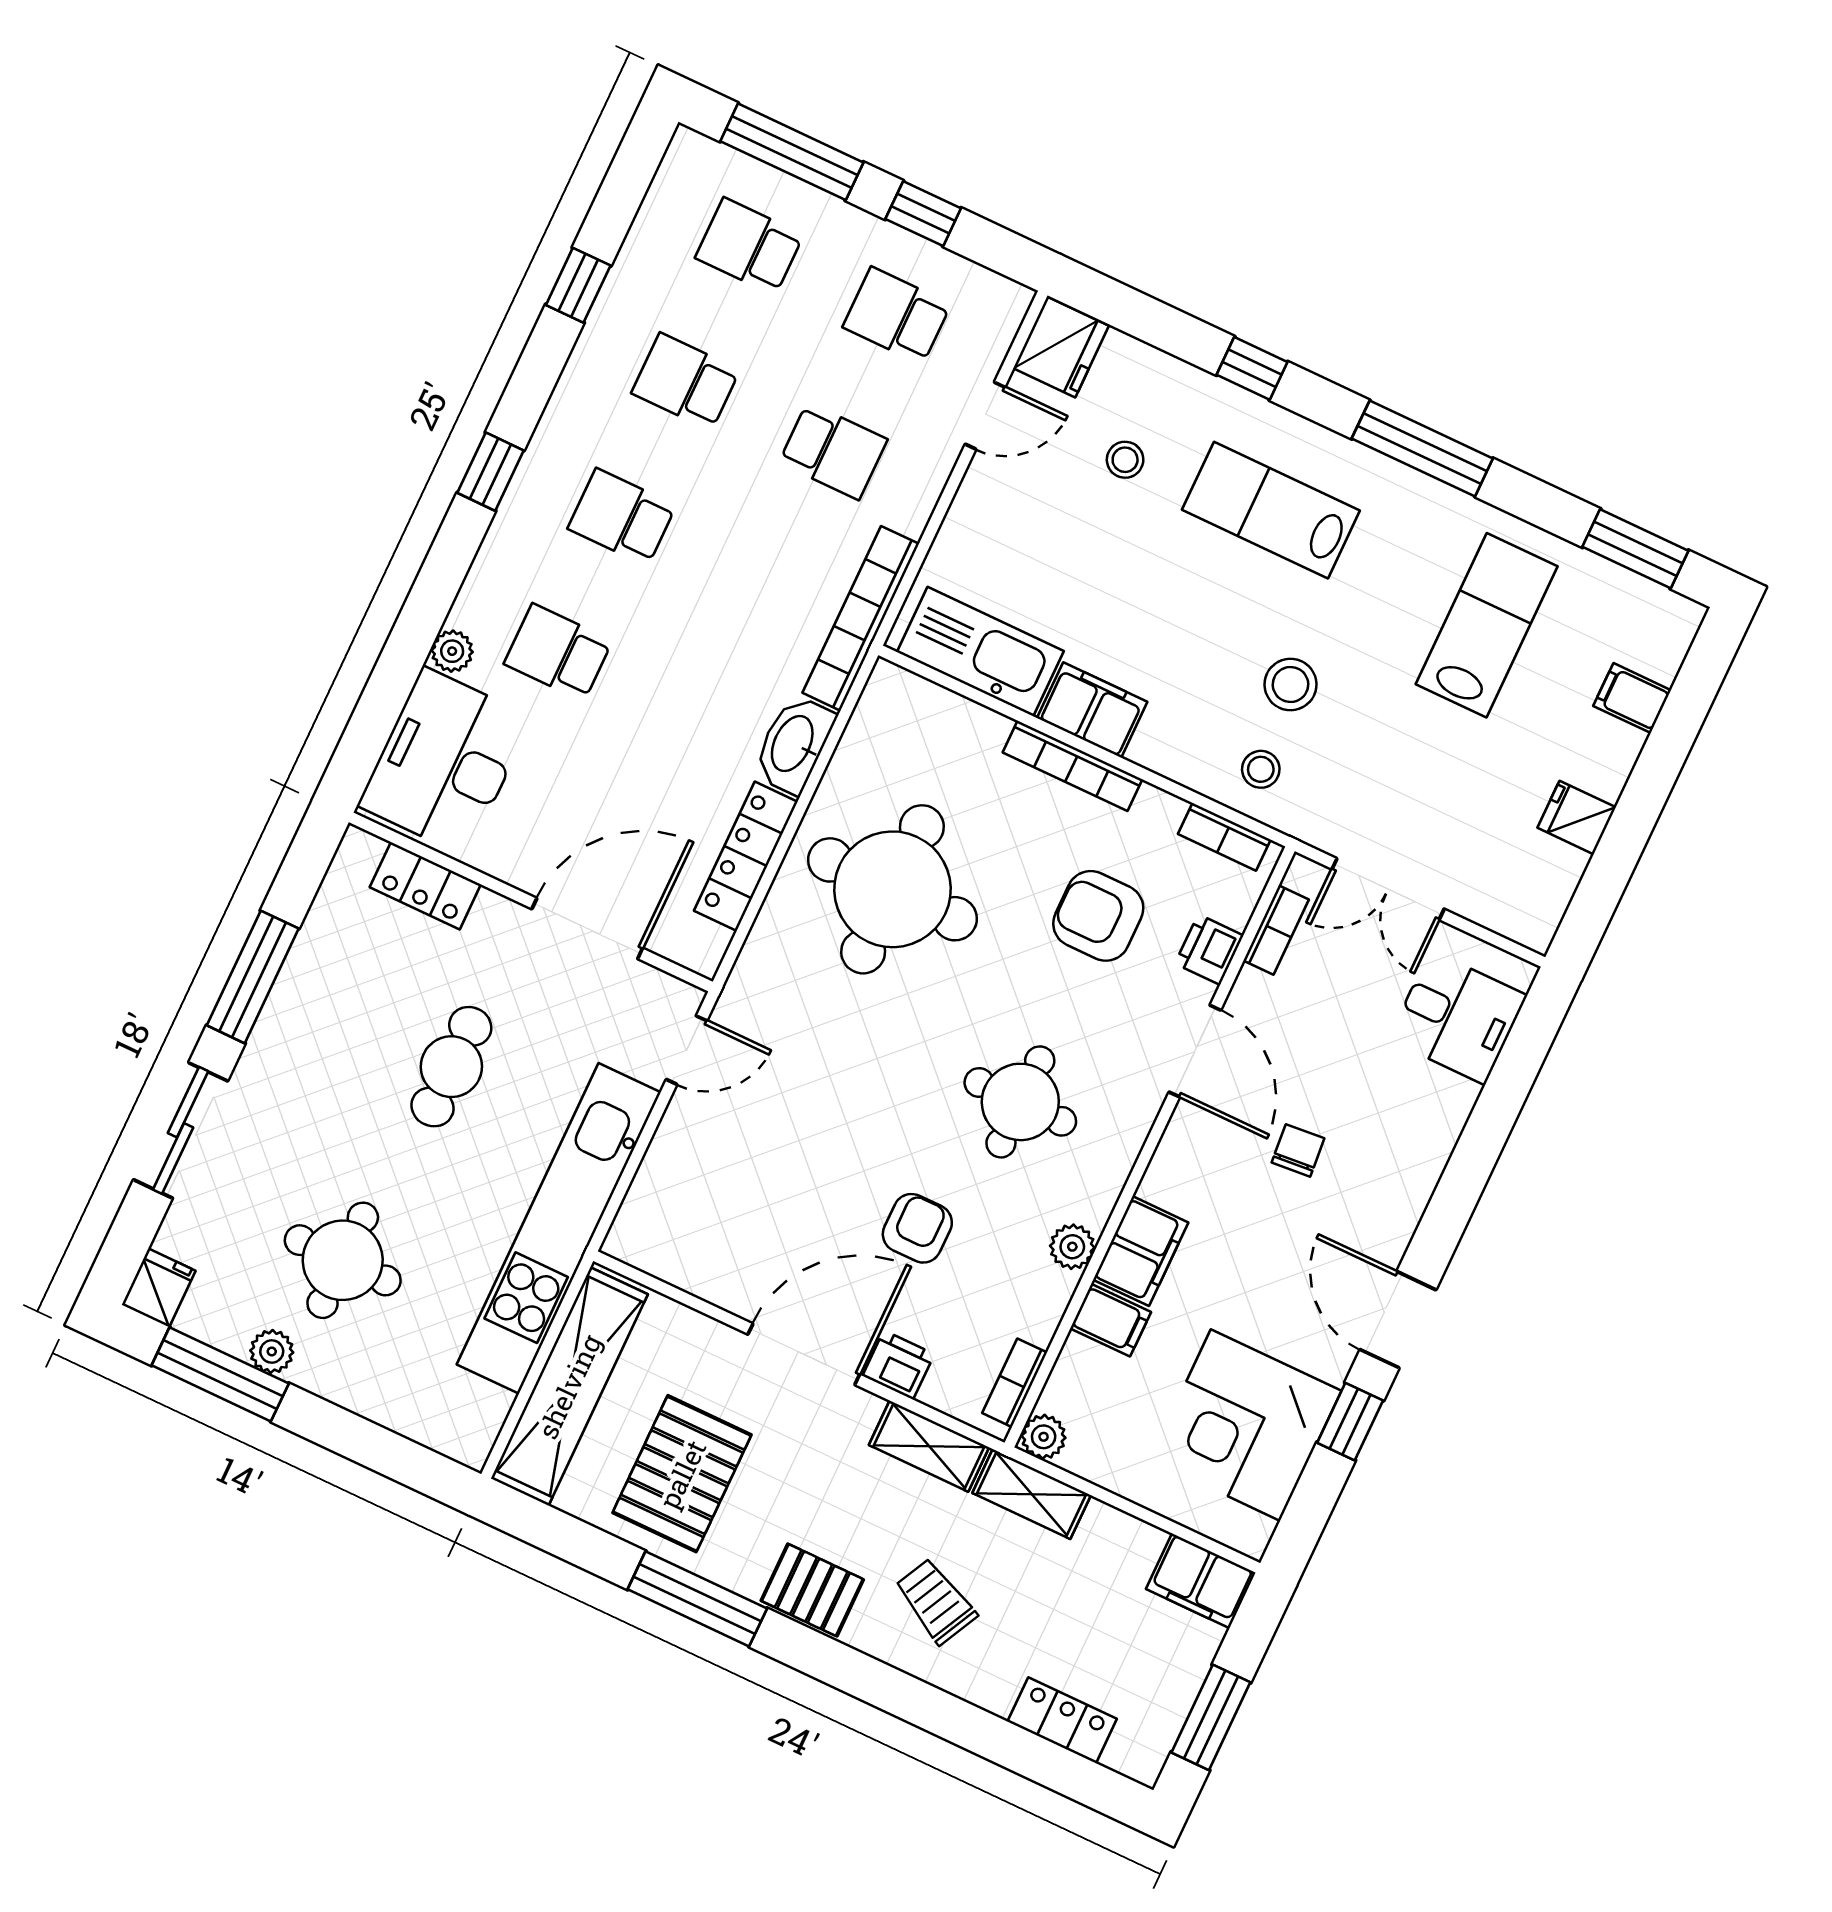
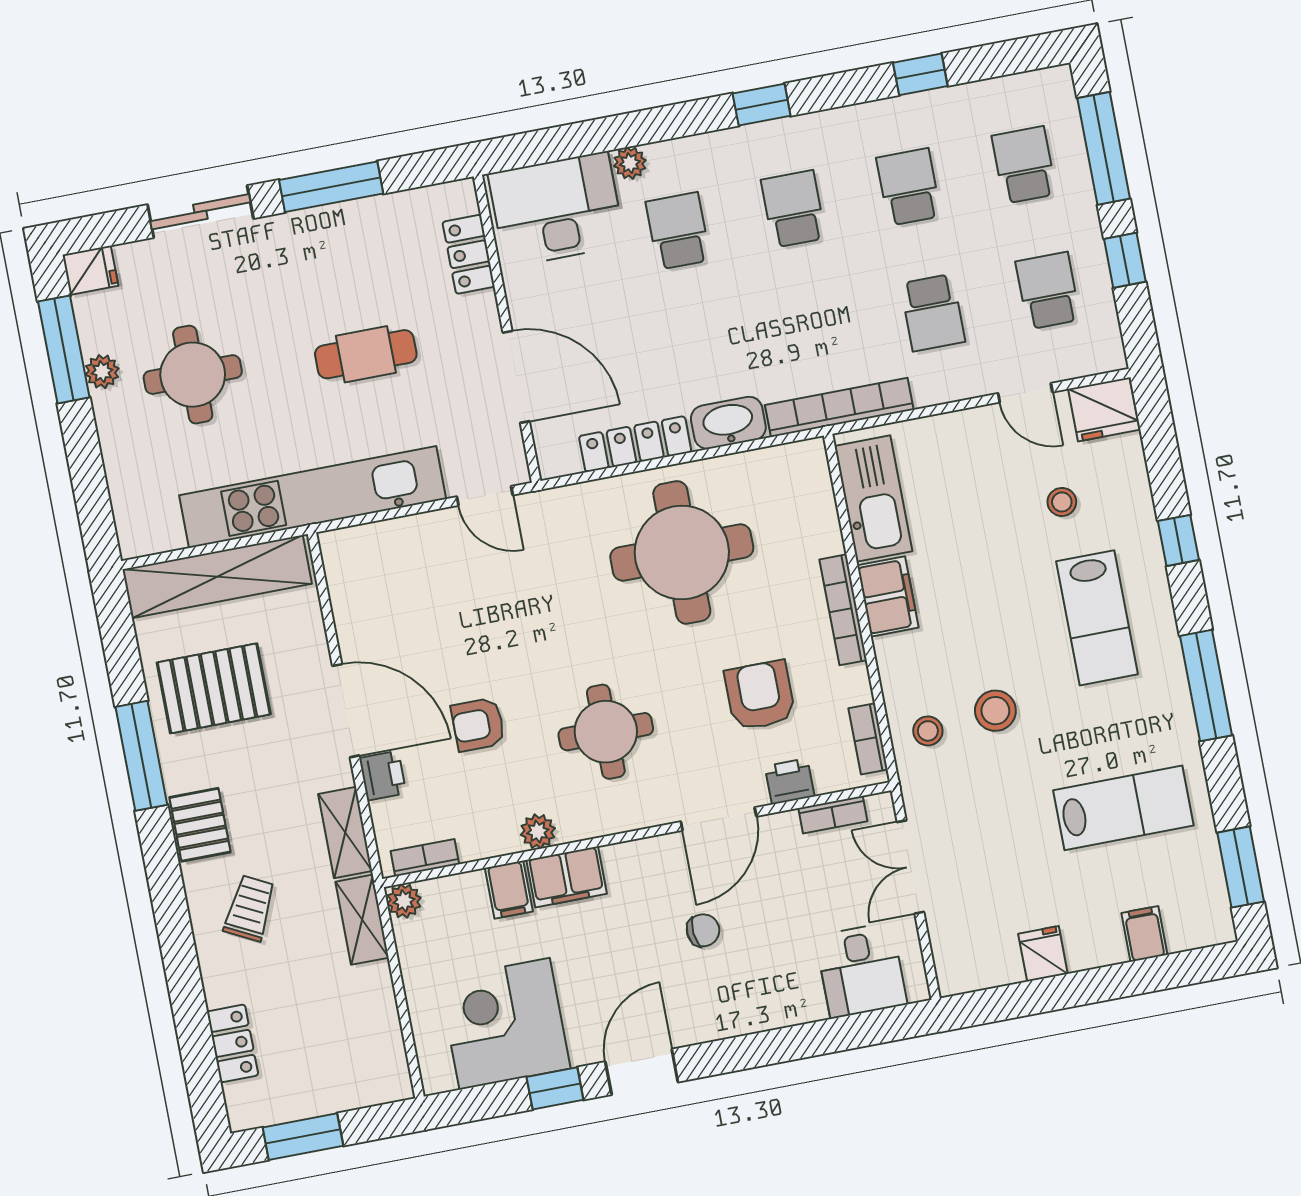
lab bench: (1271, 510) -> (1097, 618), turned 180
armchair: (917, 1228) -> (478, 725), turned 180
filing cabinet: (1201, 1581) -> (385, 1067), removed

